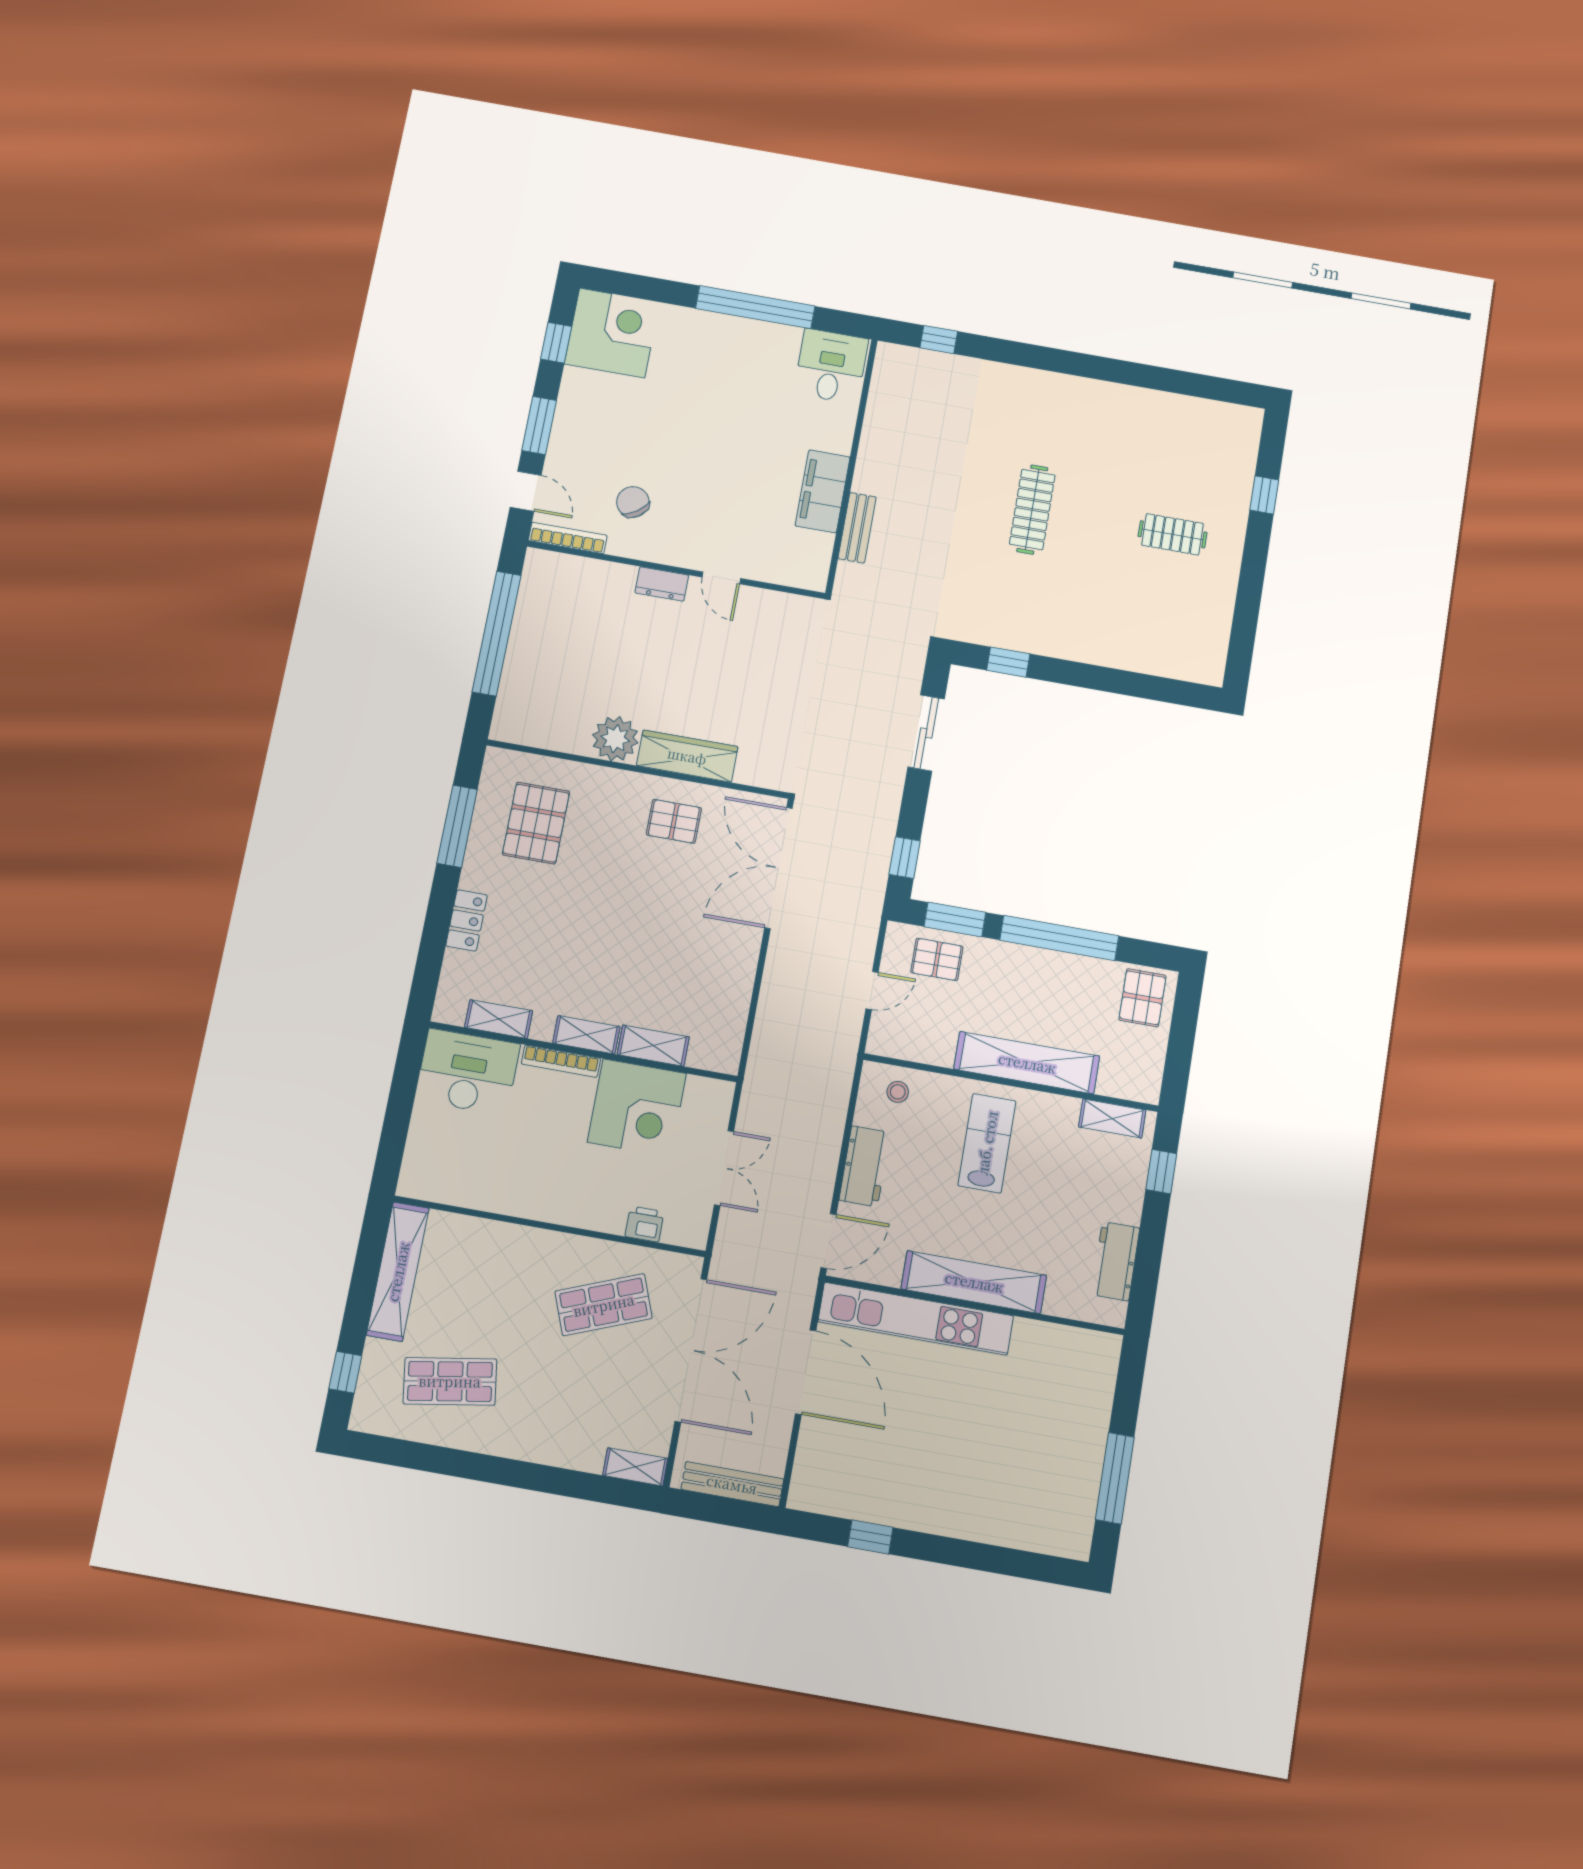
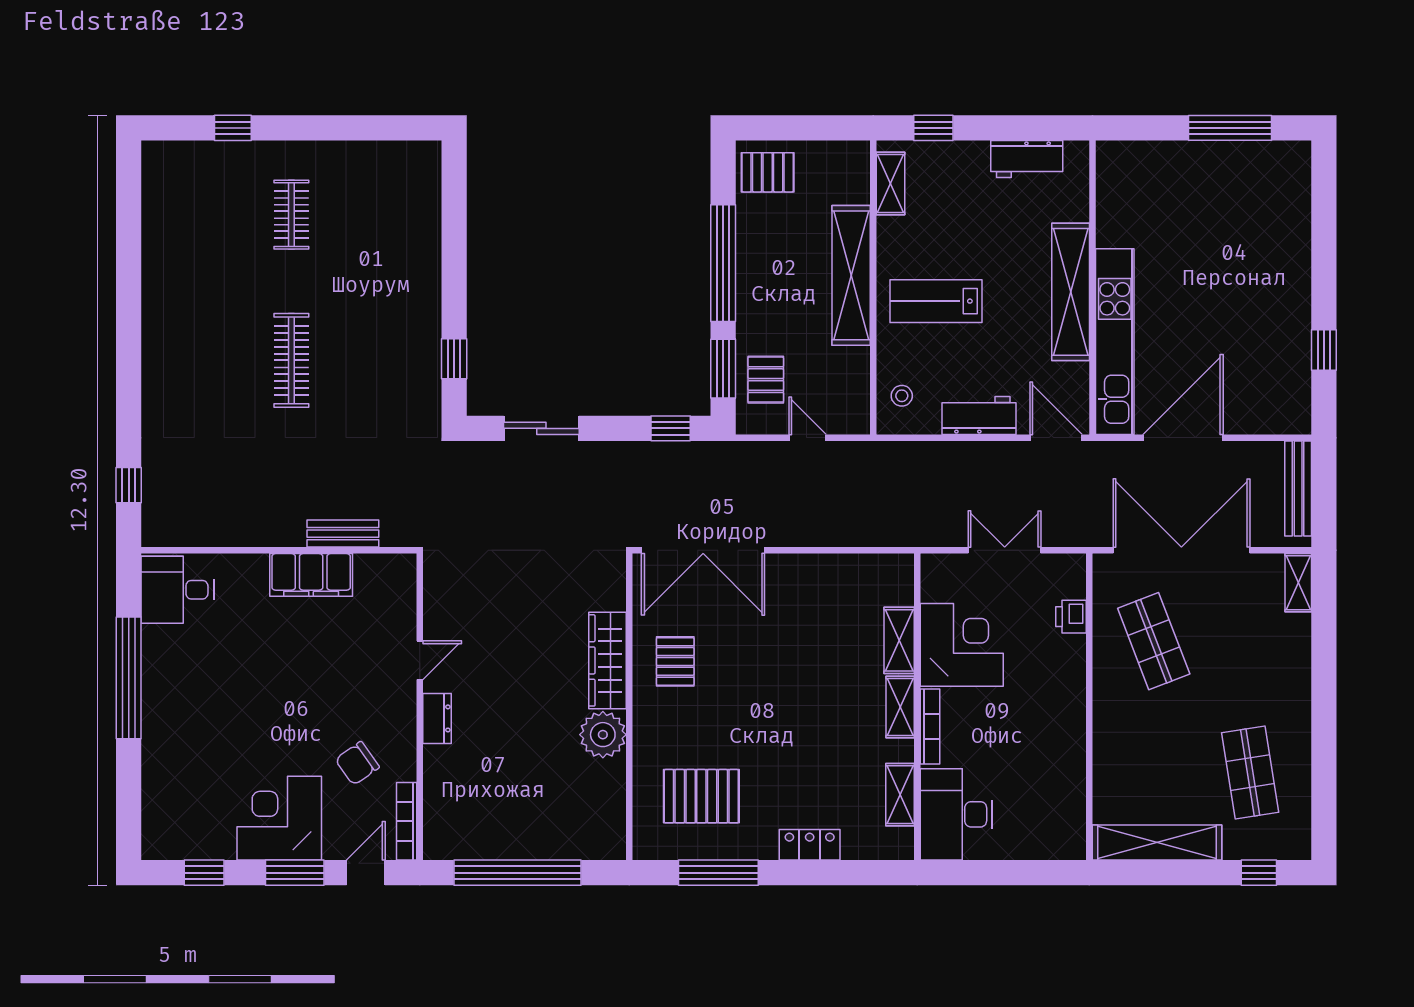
corner desk: (612, 333) -> (279, 818), moved
clothes rail: (1032, 510) -> (291, 360), turned 90

